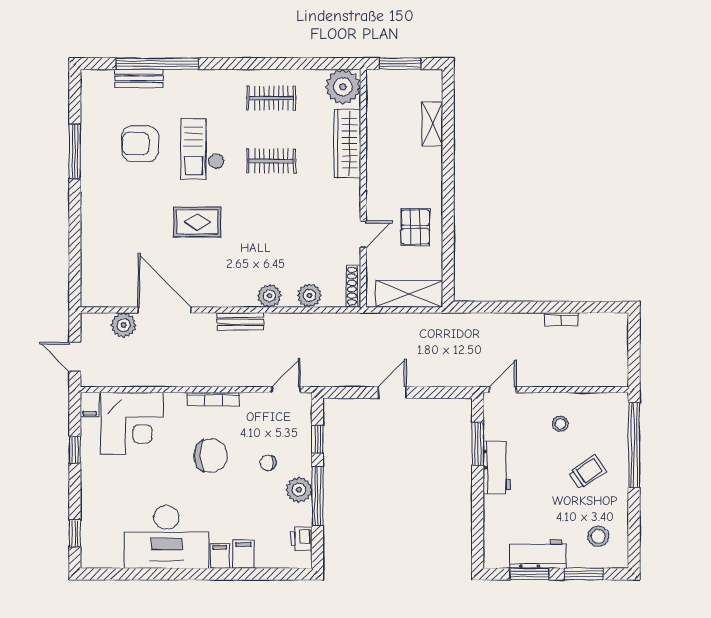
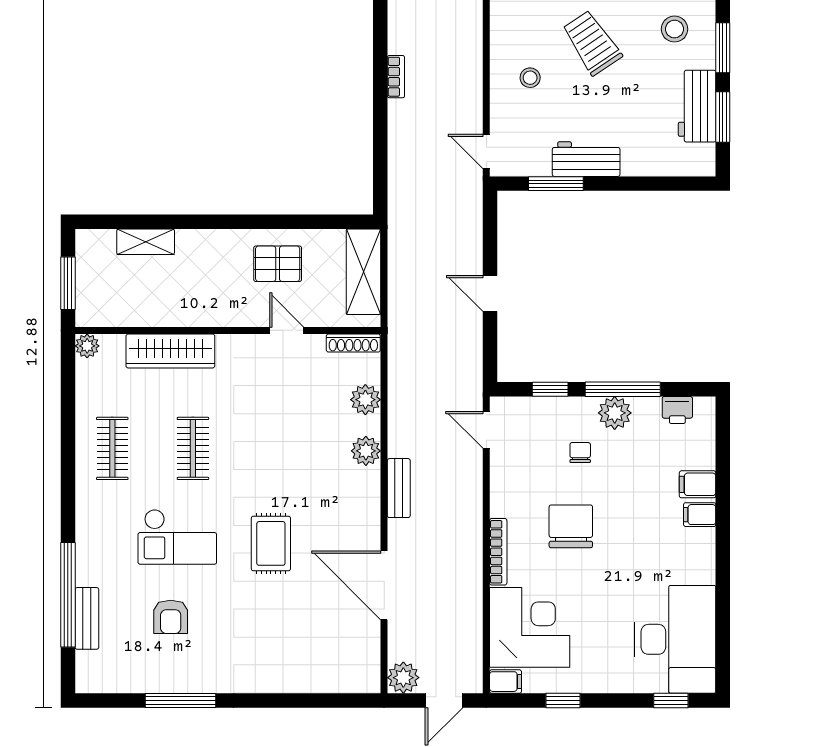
plant: (343, 87) -> (87, 346), width x0.53, depth x0.53
armchair: (140, 144) -> (171, 617), width x0.72, depth x0.72
door: (165, 310) -> (384, 585), hinge flipped
plant: (124, 325) -> (403, 678), moved
bookcase: (213, 399) -> (498, 552), moved
chair: (268, 463) -> (580, 453), turned 180
trolley: (587, 472) -> (592, 43), width x1.36, depth x1.39
desk: (166, 537) -> (675, 639), moved

